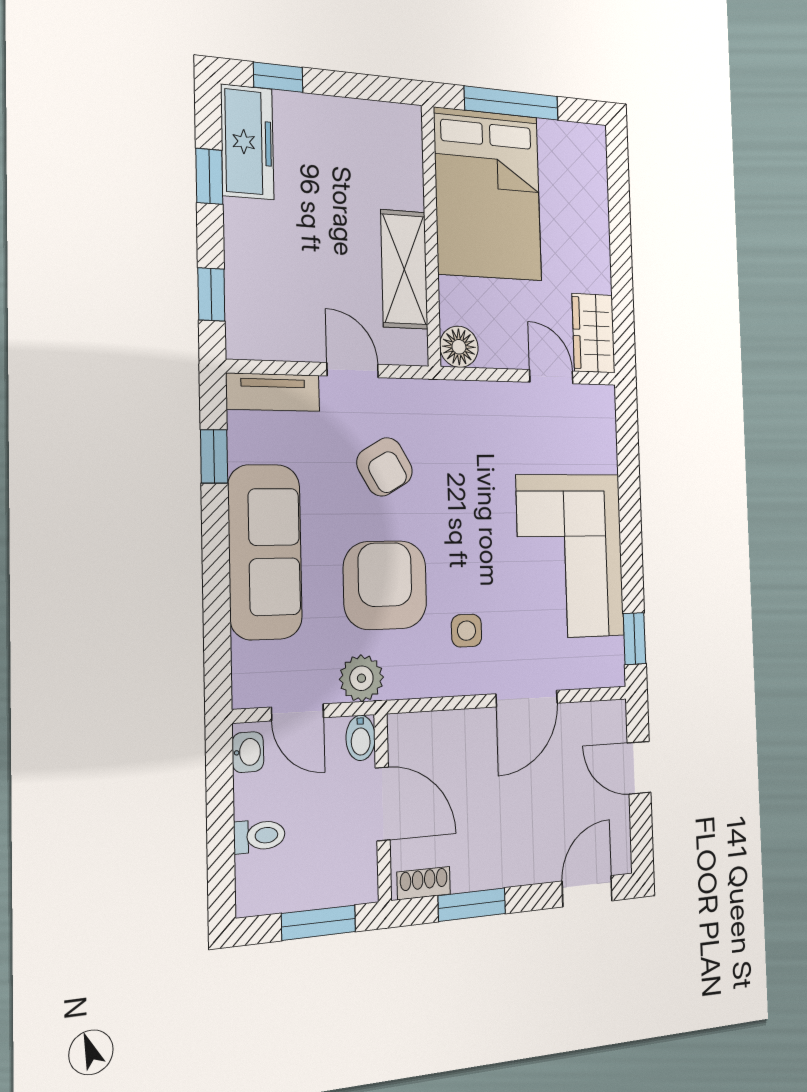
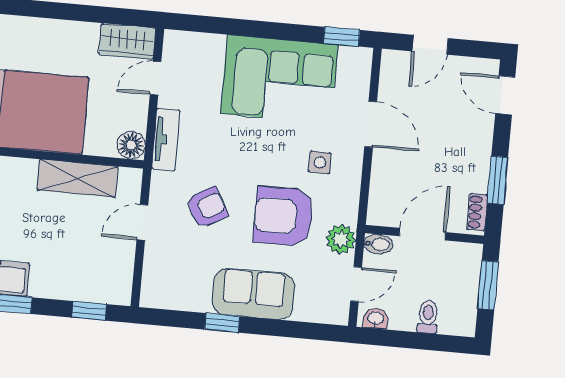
tv unit: (273, 392) -> (166, 140), moved
window: (214, 456) -> (222, 323), moved
sofa: (265, 552) -> (254, 294), width x0.73

